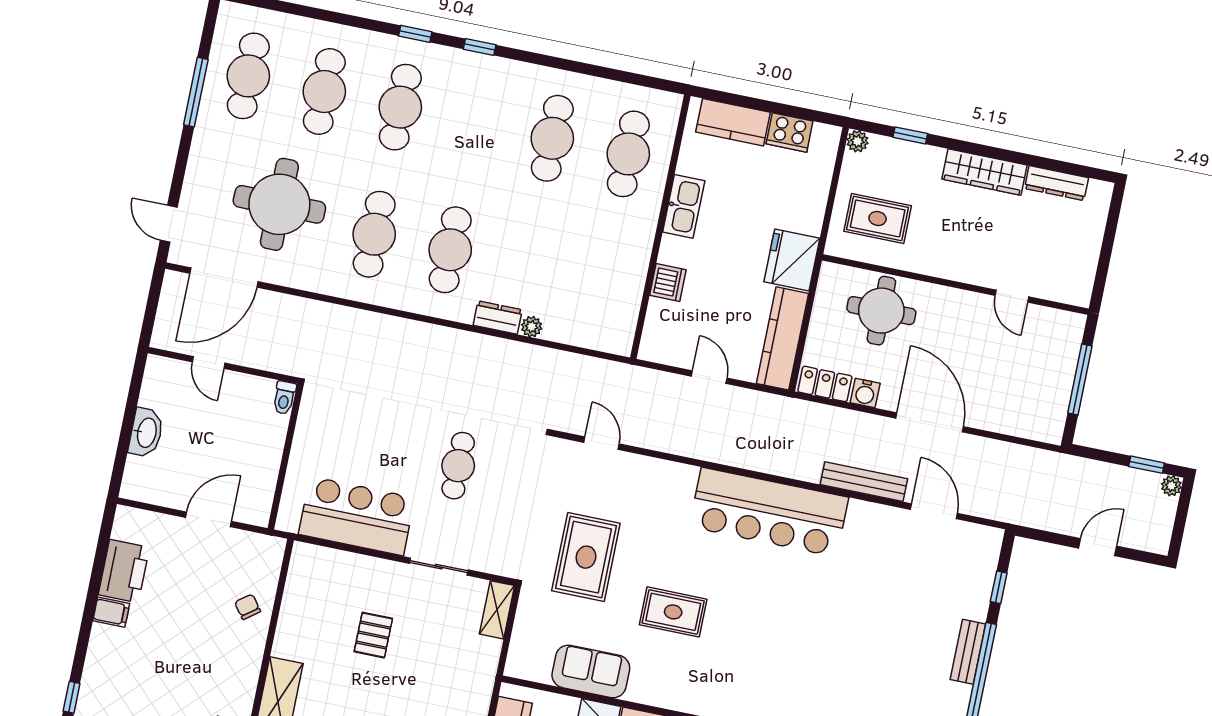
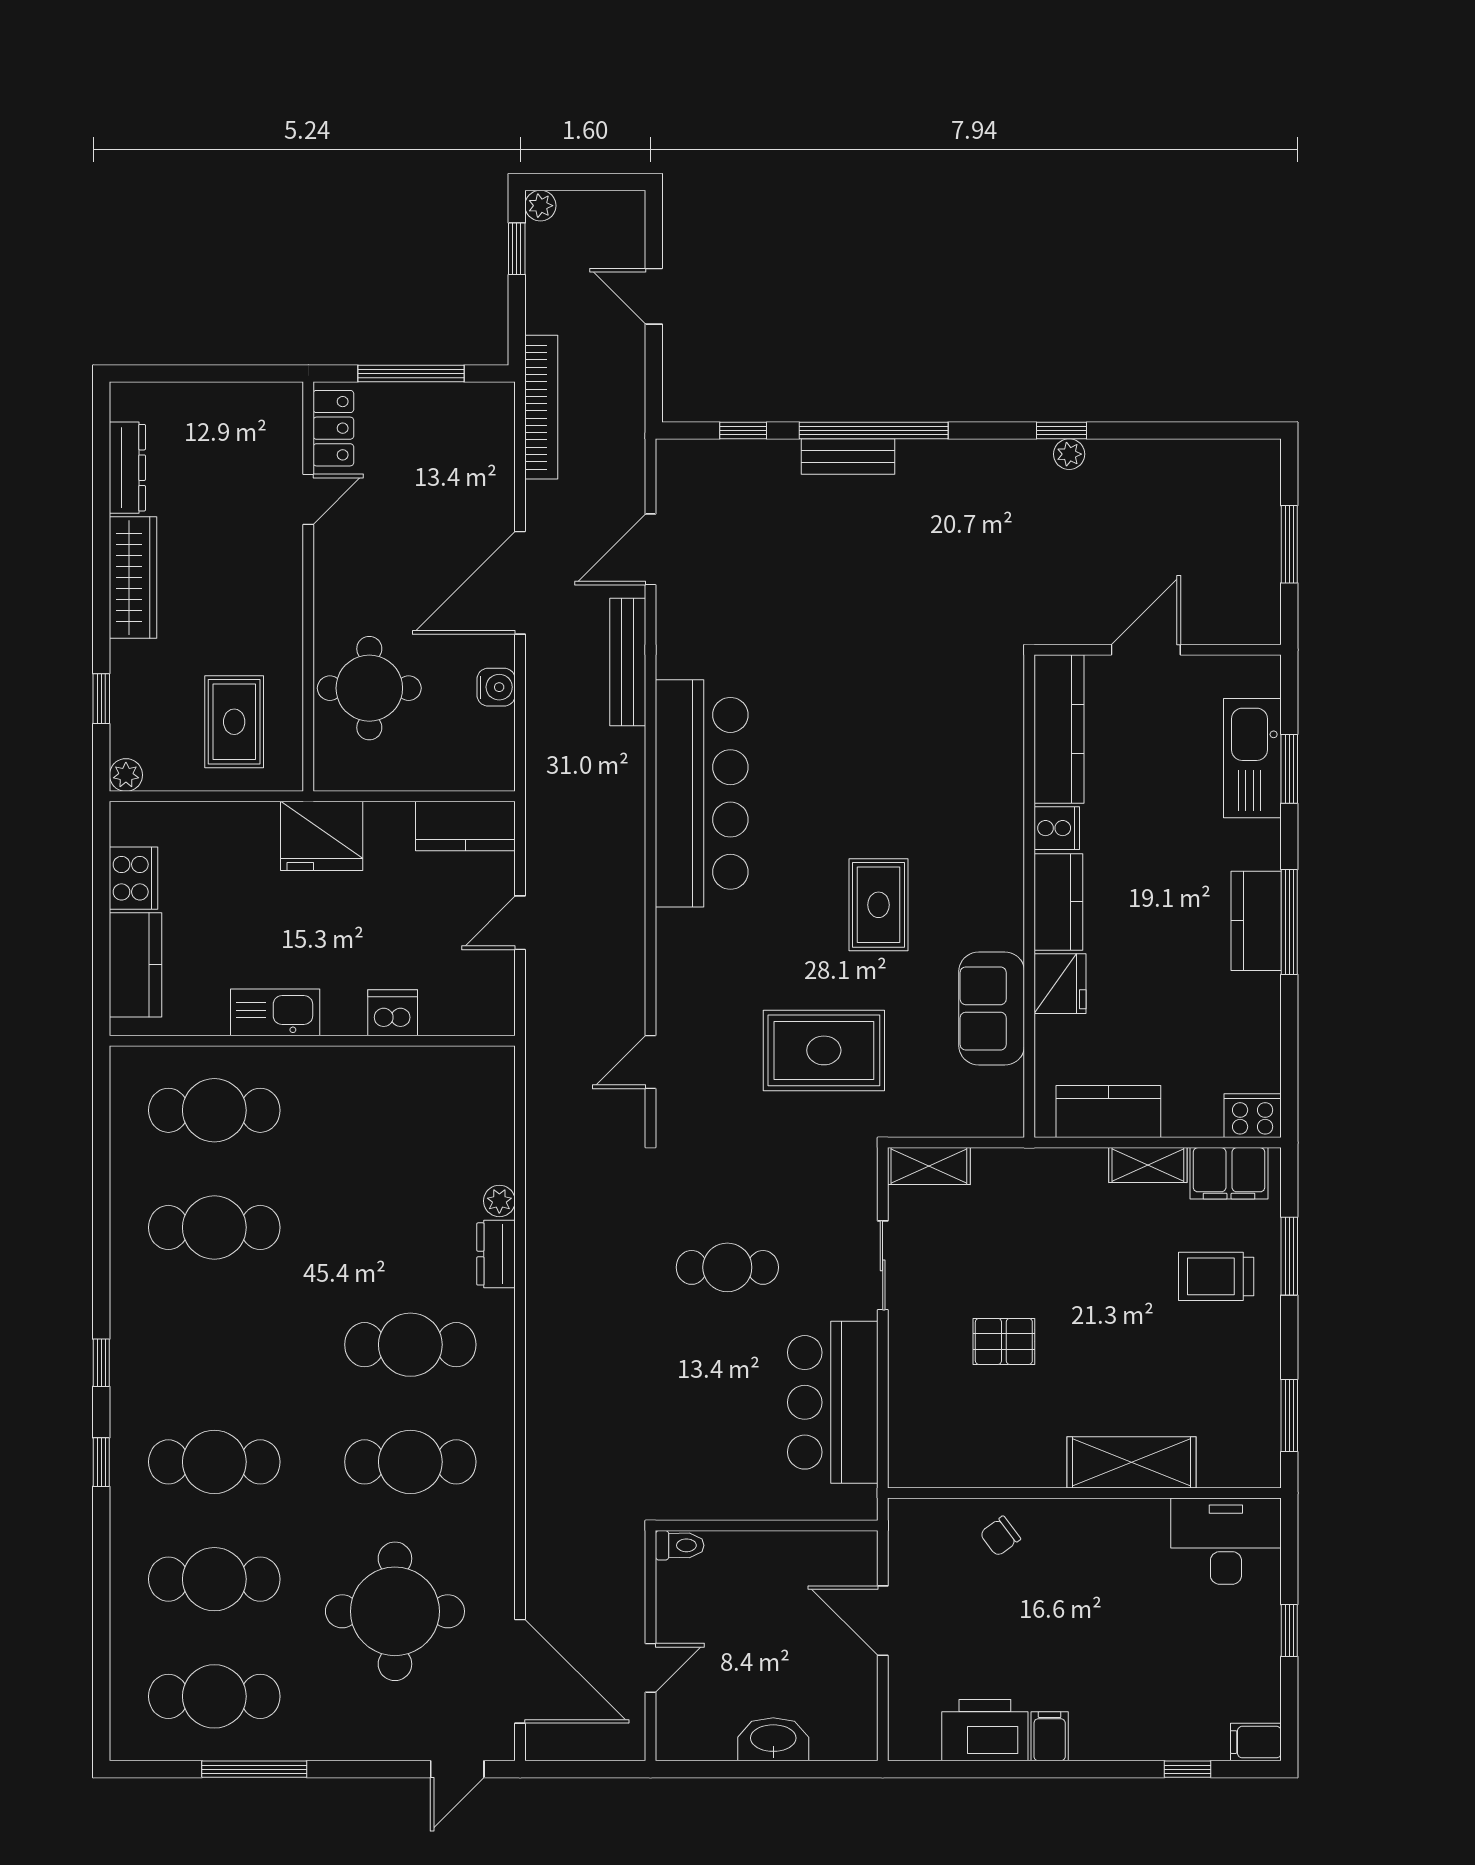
kitchen counter: (782, 338) -> (465, 826), width x0.67
locker: (825, 384) -> (333, 428), moved, turned 180
bookcase: (1041, 460) -> (541, 407), added

